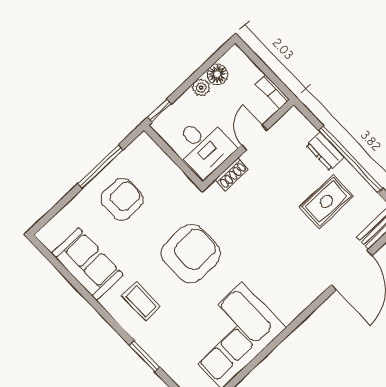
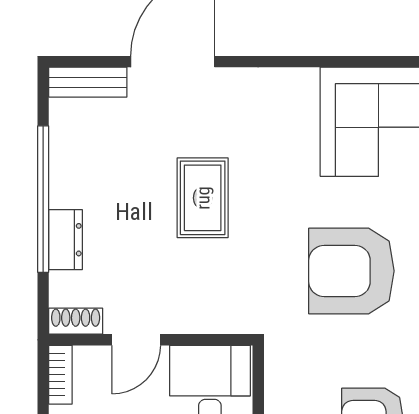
shoe rack: (232, 174) -> (76, 321), moved
rug: (326, 202) -> (203, 198), moved, turned 90

